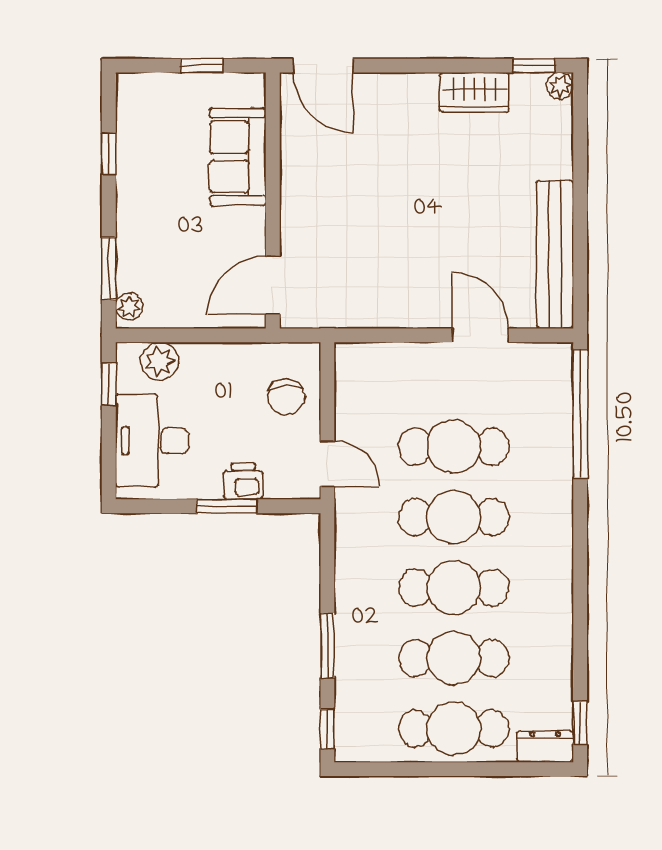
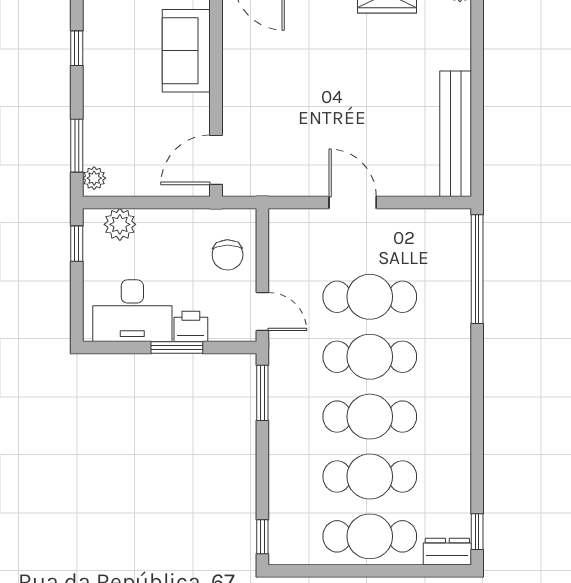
door: (480, 335) -> (353, 202), moved
desk: (152, 441) -> (132, 311), moved, turned -90
window: (327, 646) -> (262, 393), moved

